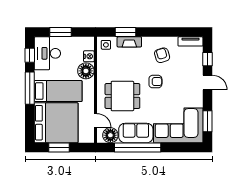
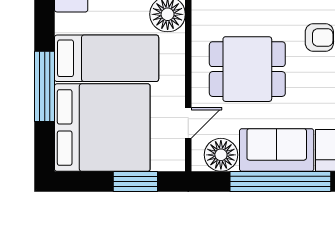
window: (30, 88) -> (45, 86), moved
door: (95, 121) -> (188, 123), hinge flipped
window: (59, 147) -> (135, 182), moved

